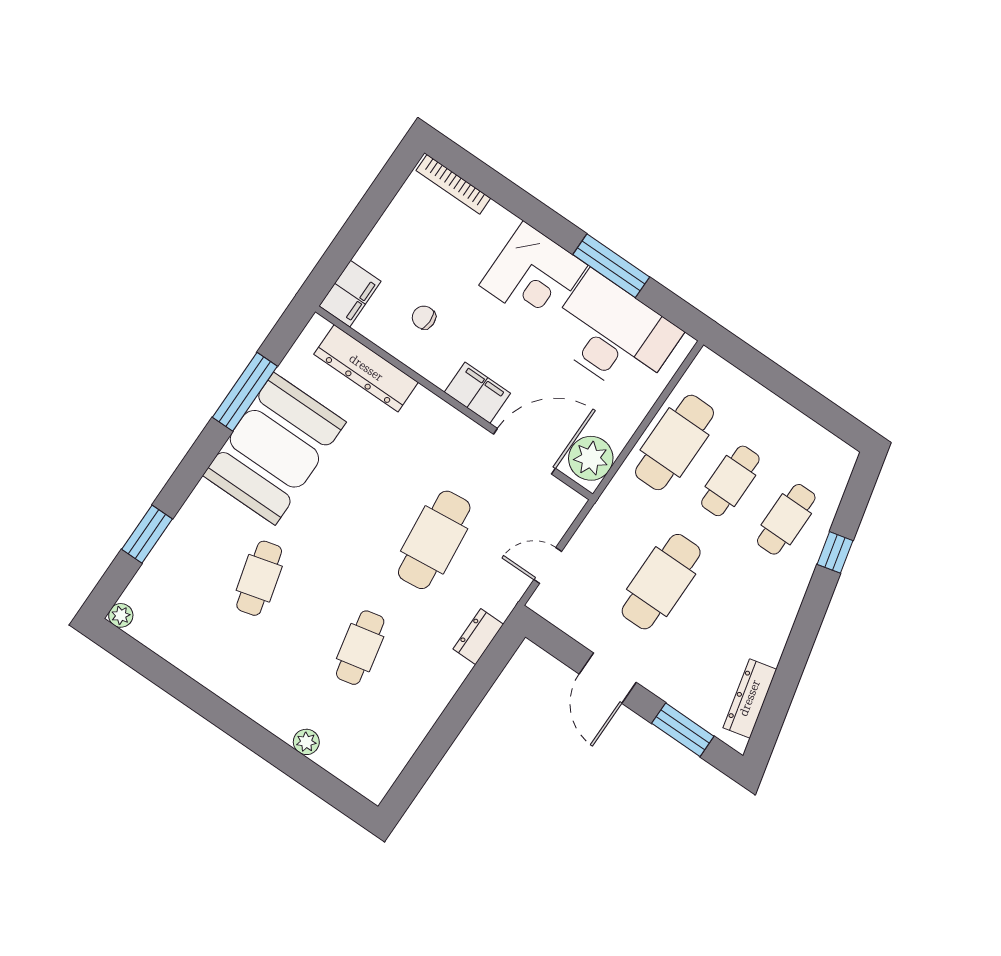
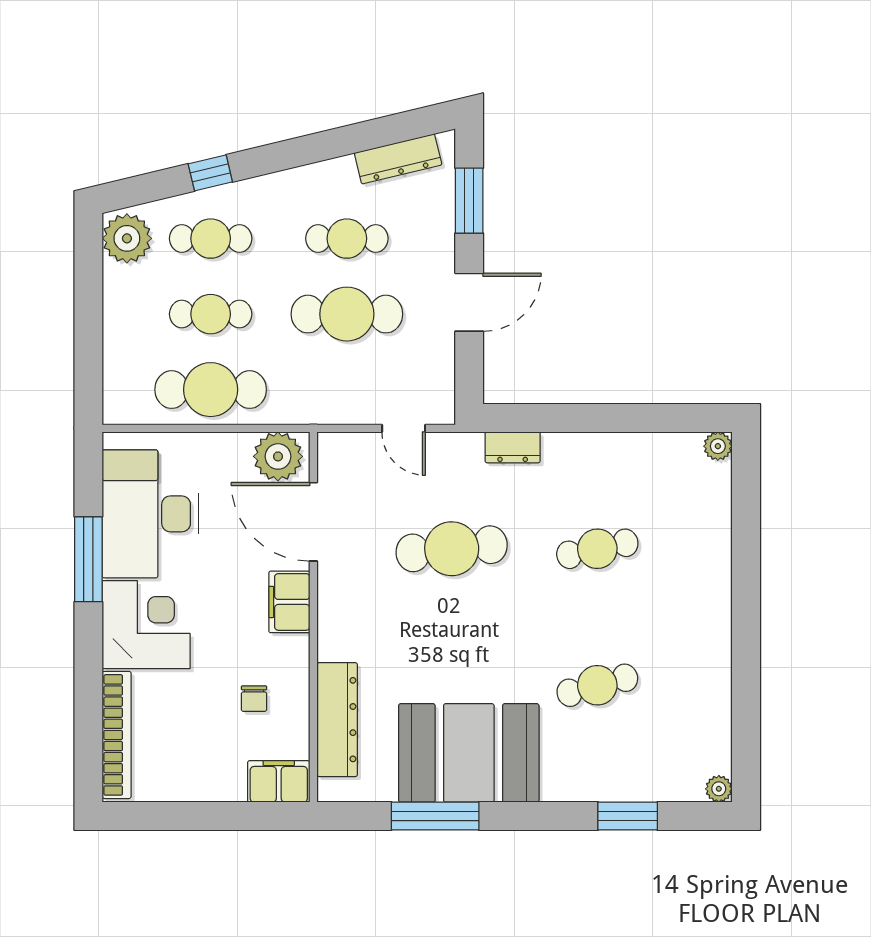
bookcase: (453, 184) -> (117, 735), width x1.48, depth x1.31
plant: (829, 457) -> (127, 238), added
cafe table: (717, 620) -> (347, 239), added
plant: (306, 742) -> (718, 446), moved

